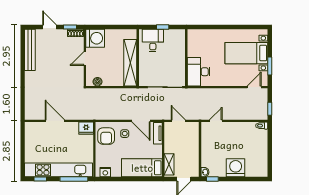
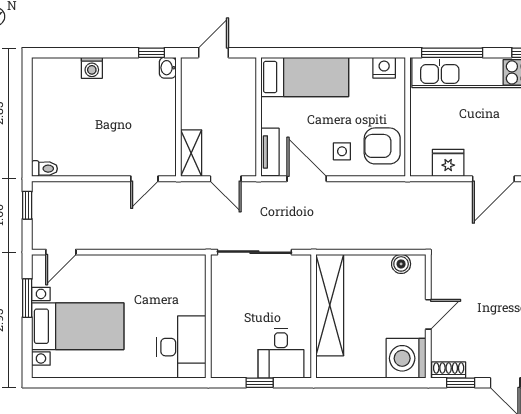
desk: (199, 72) -> (181, 347), moved
door: (55, 121) -> (493, 179), hinge flipped
fridge: (86, 128) -> (448, 163), moved
armchair: (106, 136) -> (382, 146), turned -90
shelving: (169, 164) -> (191, 153), moved
washing machine: (236, 168) -> (92, 68), width x0.53, depth x0.53

